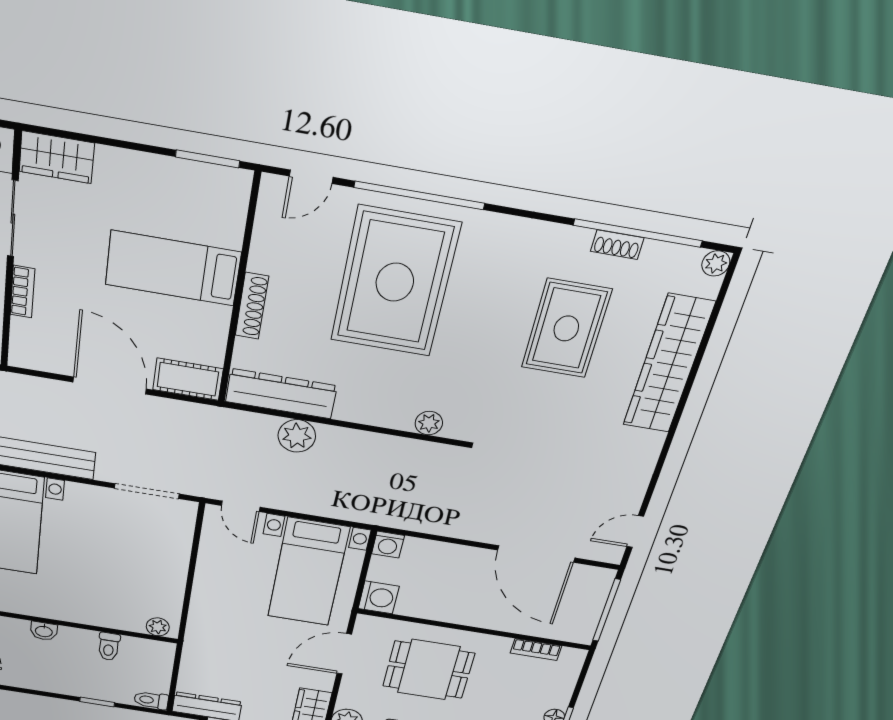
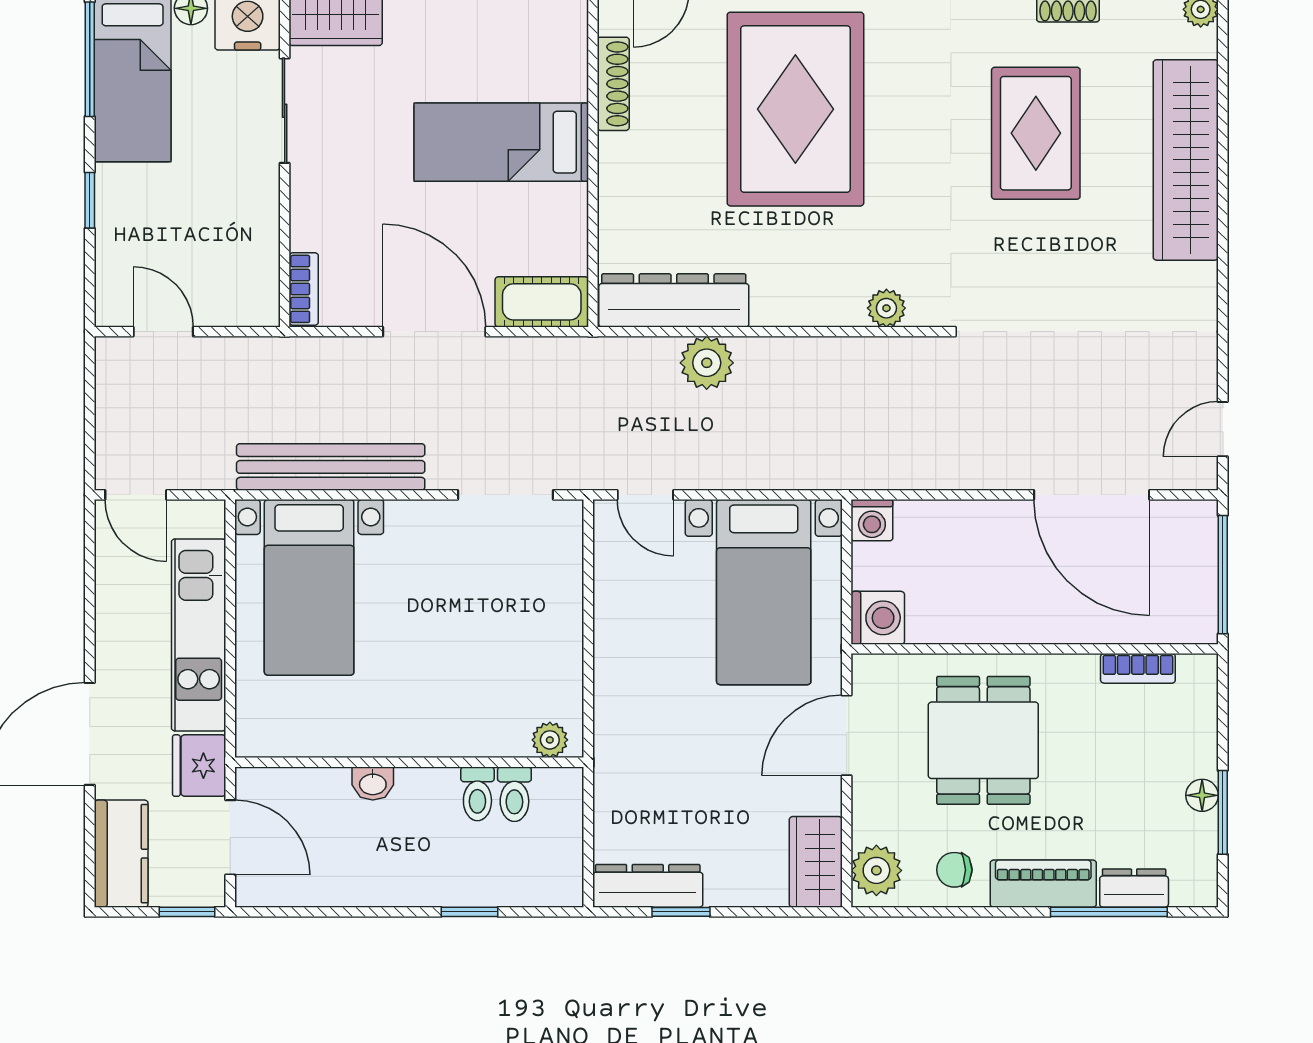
bookcase: (23, 292) -> (304, 289), moved
shoe rack: (252, 306) -> (613, 84), moved
dining table: (429, 670) -> (983, 740), turned 90
toilet: (151, 700) -> (514, 794), moved, turned -90

